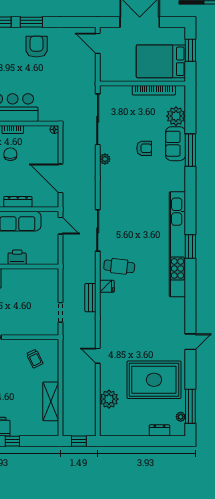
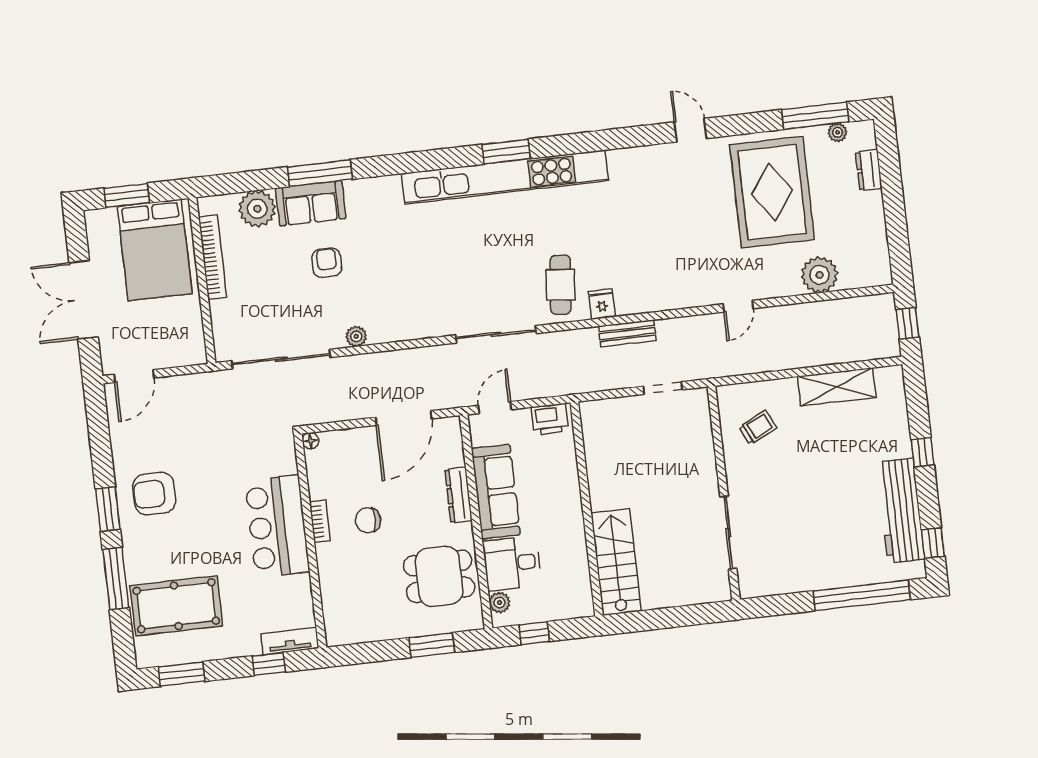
printer: (17, 257) -> (550, 419), moved, turned -90

